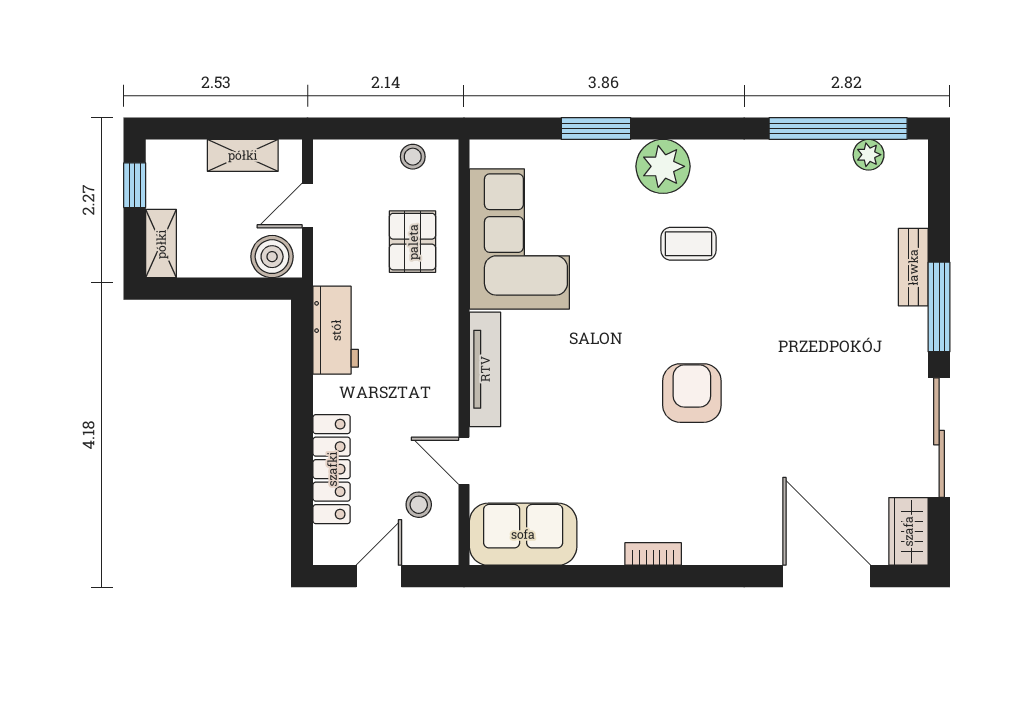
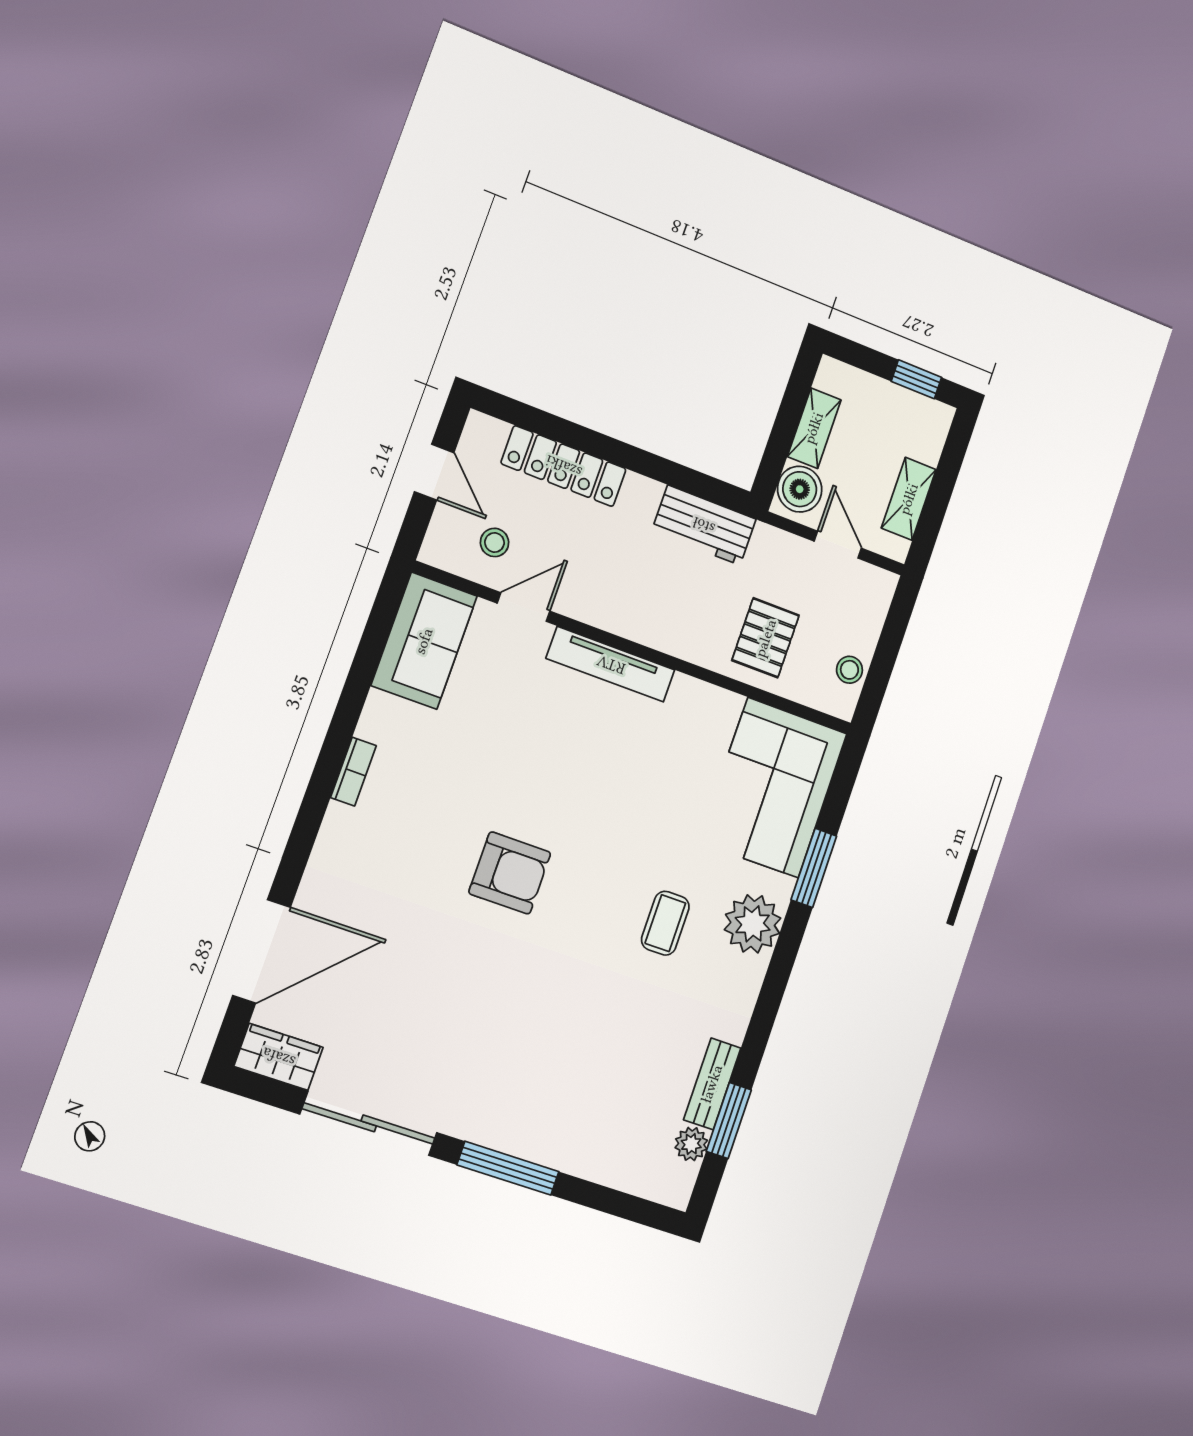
window: (838, 128) -> (729, 1121), width x0.47
corner sofa: (519, 239) -> (773, 788), moved, turned 90
pallet: (413, 242) -> (766, 638), turned 90
shelving: (161, 244) -> (814, 428), moved, turned 90
bench: (913, 267) -> (712, 1084), moved, turned 90

